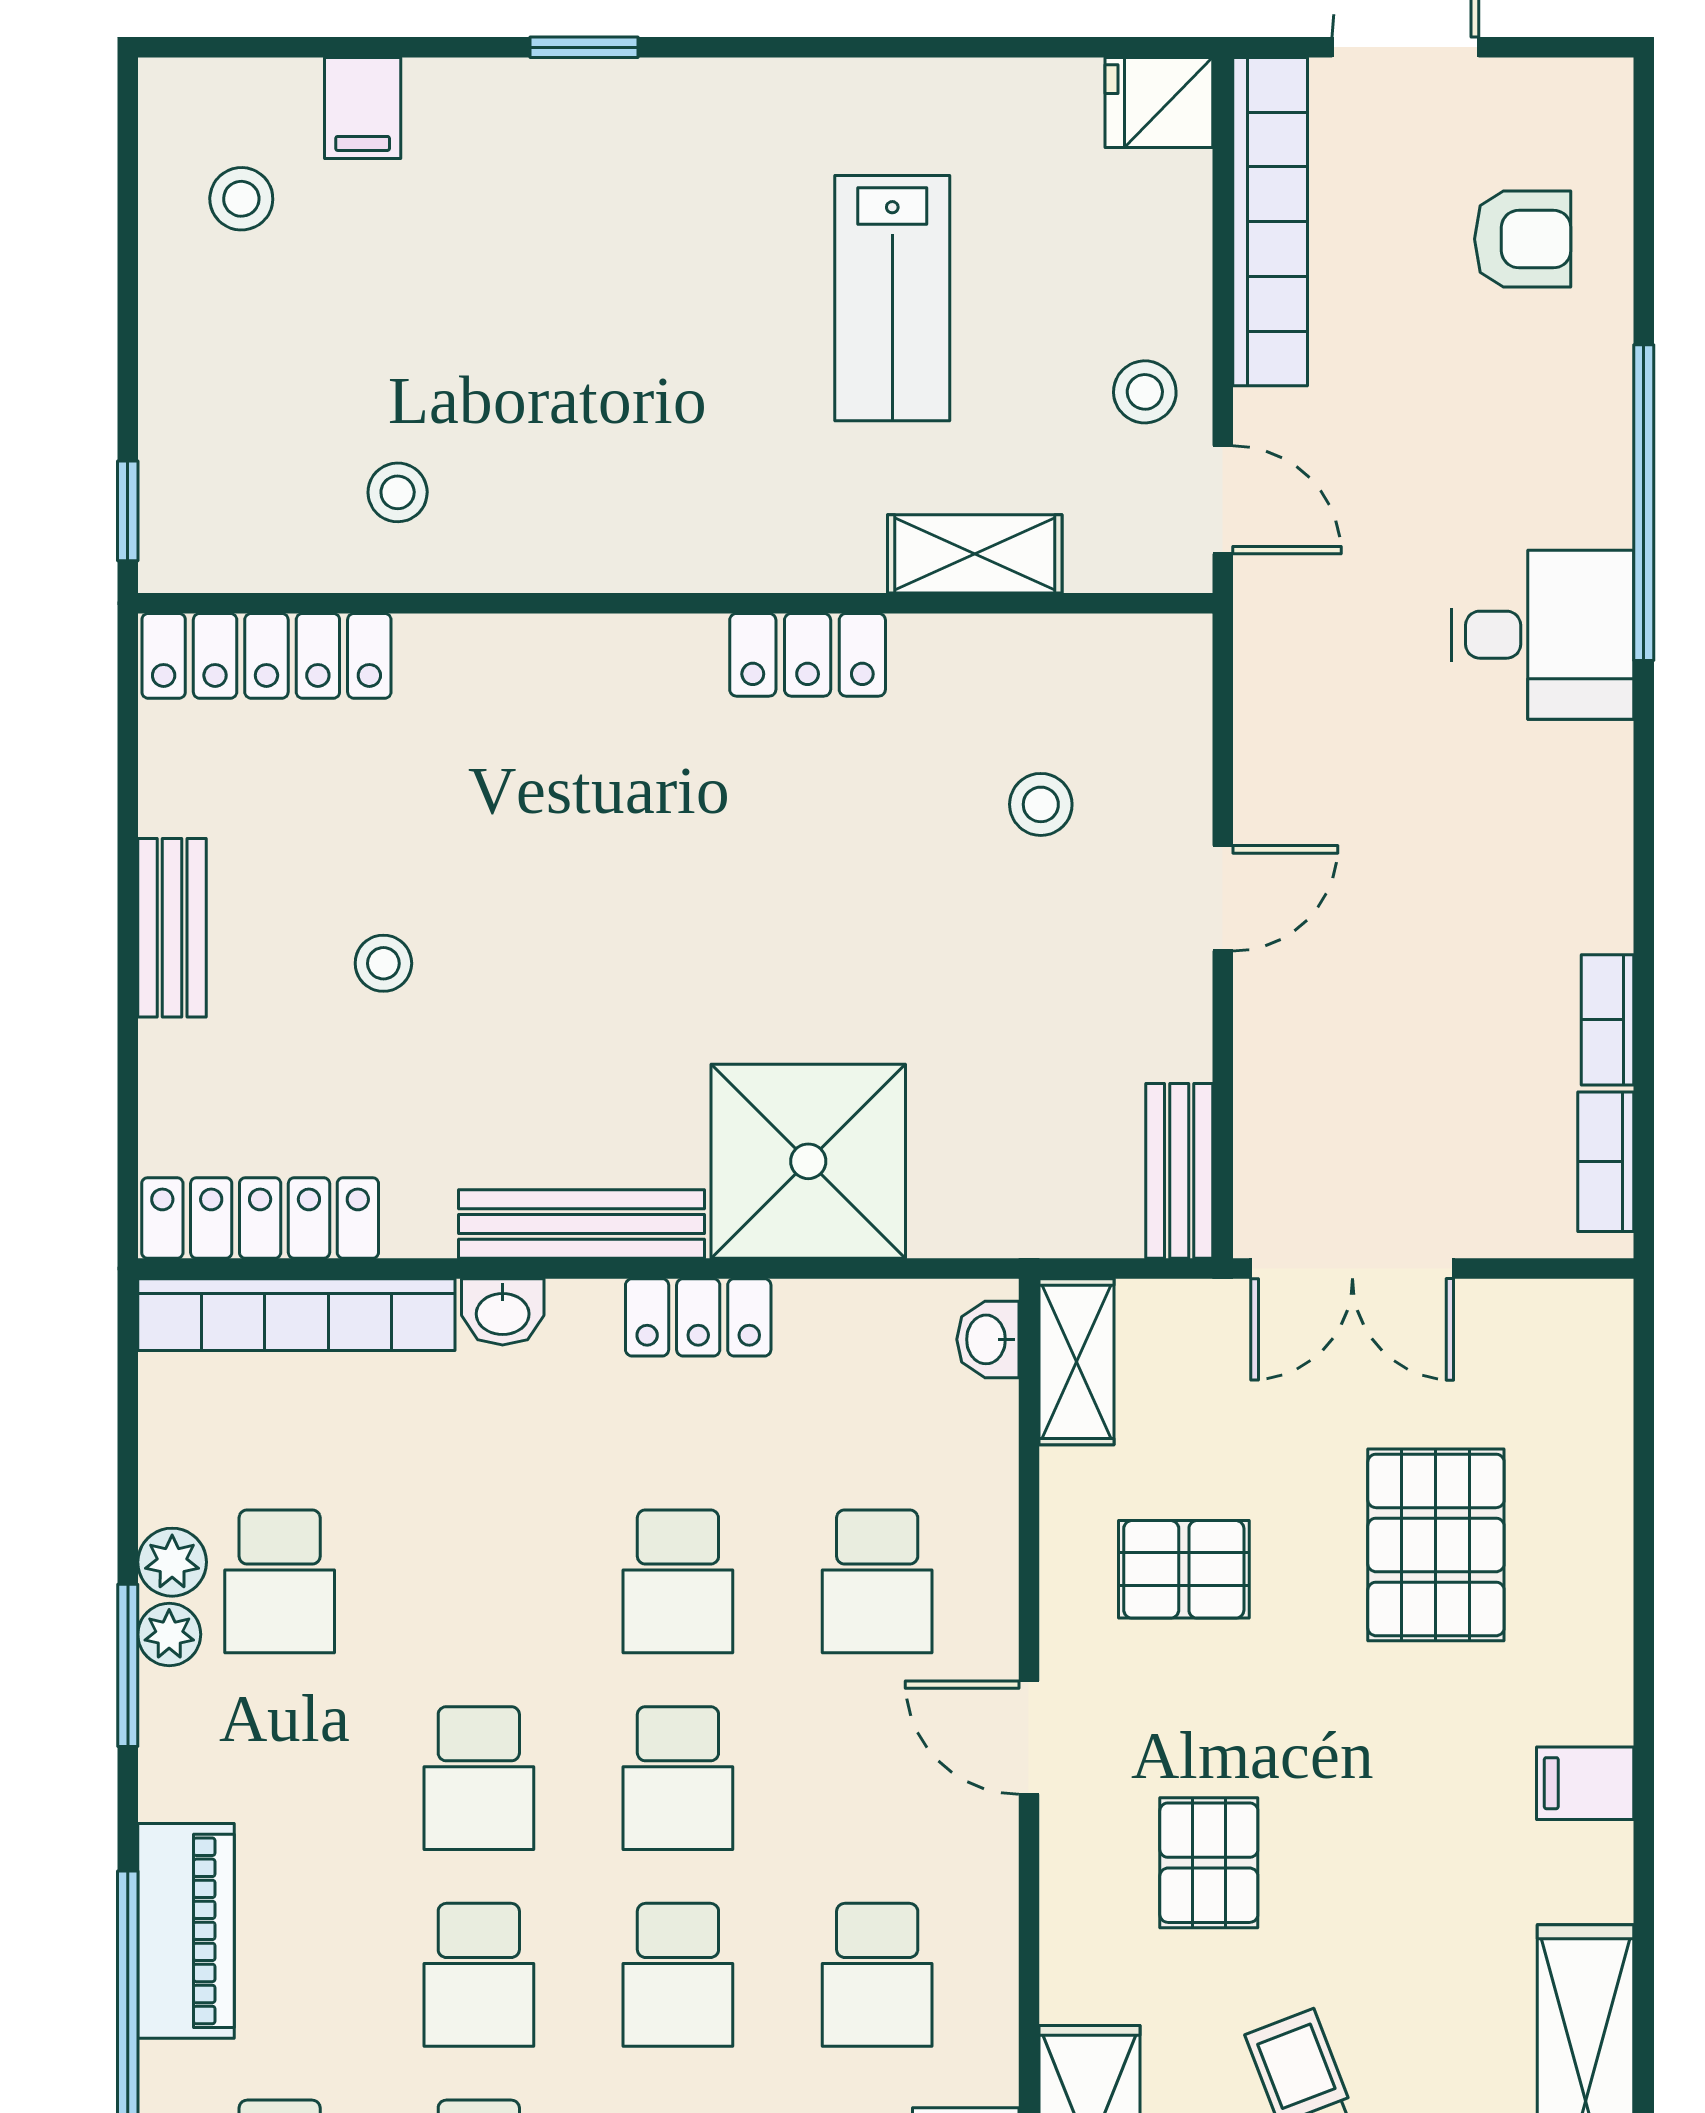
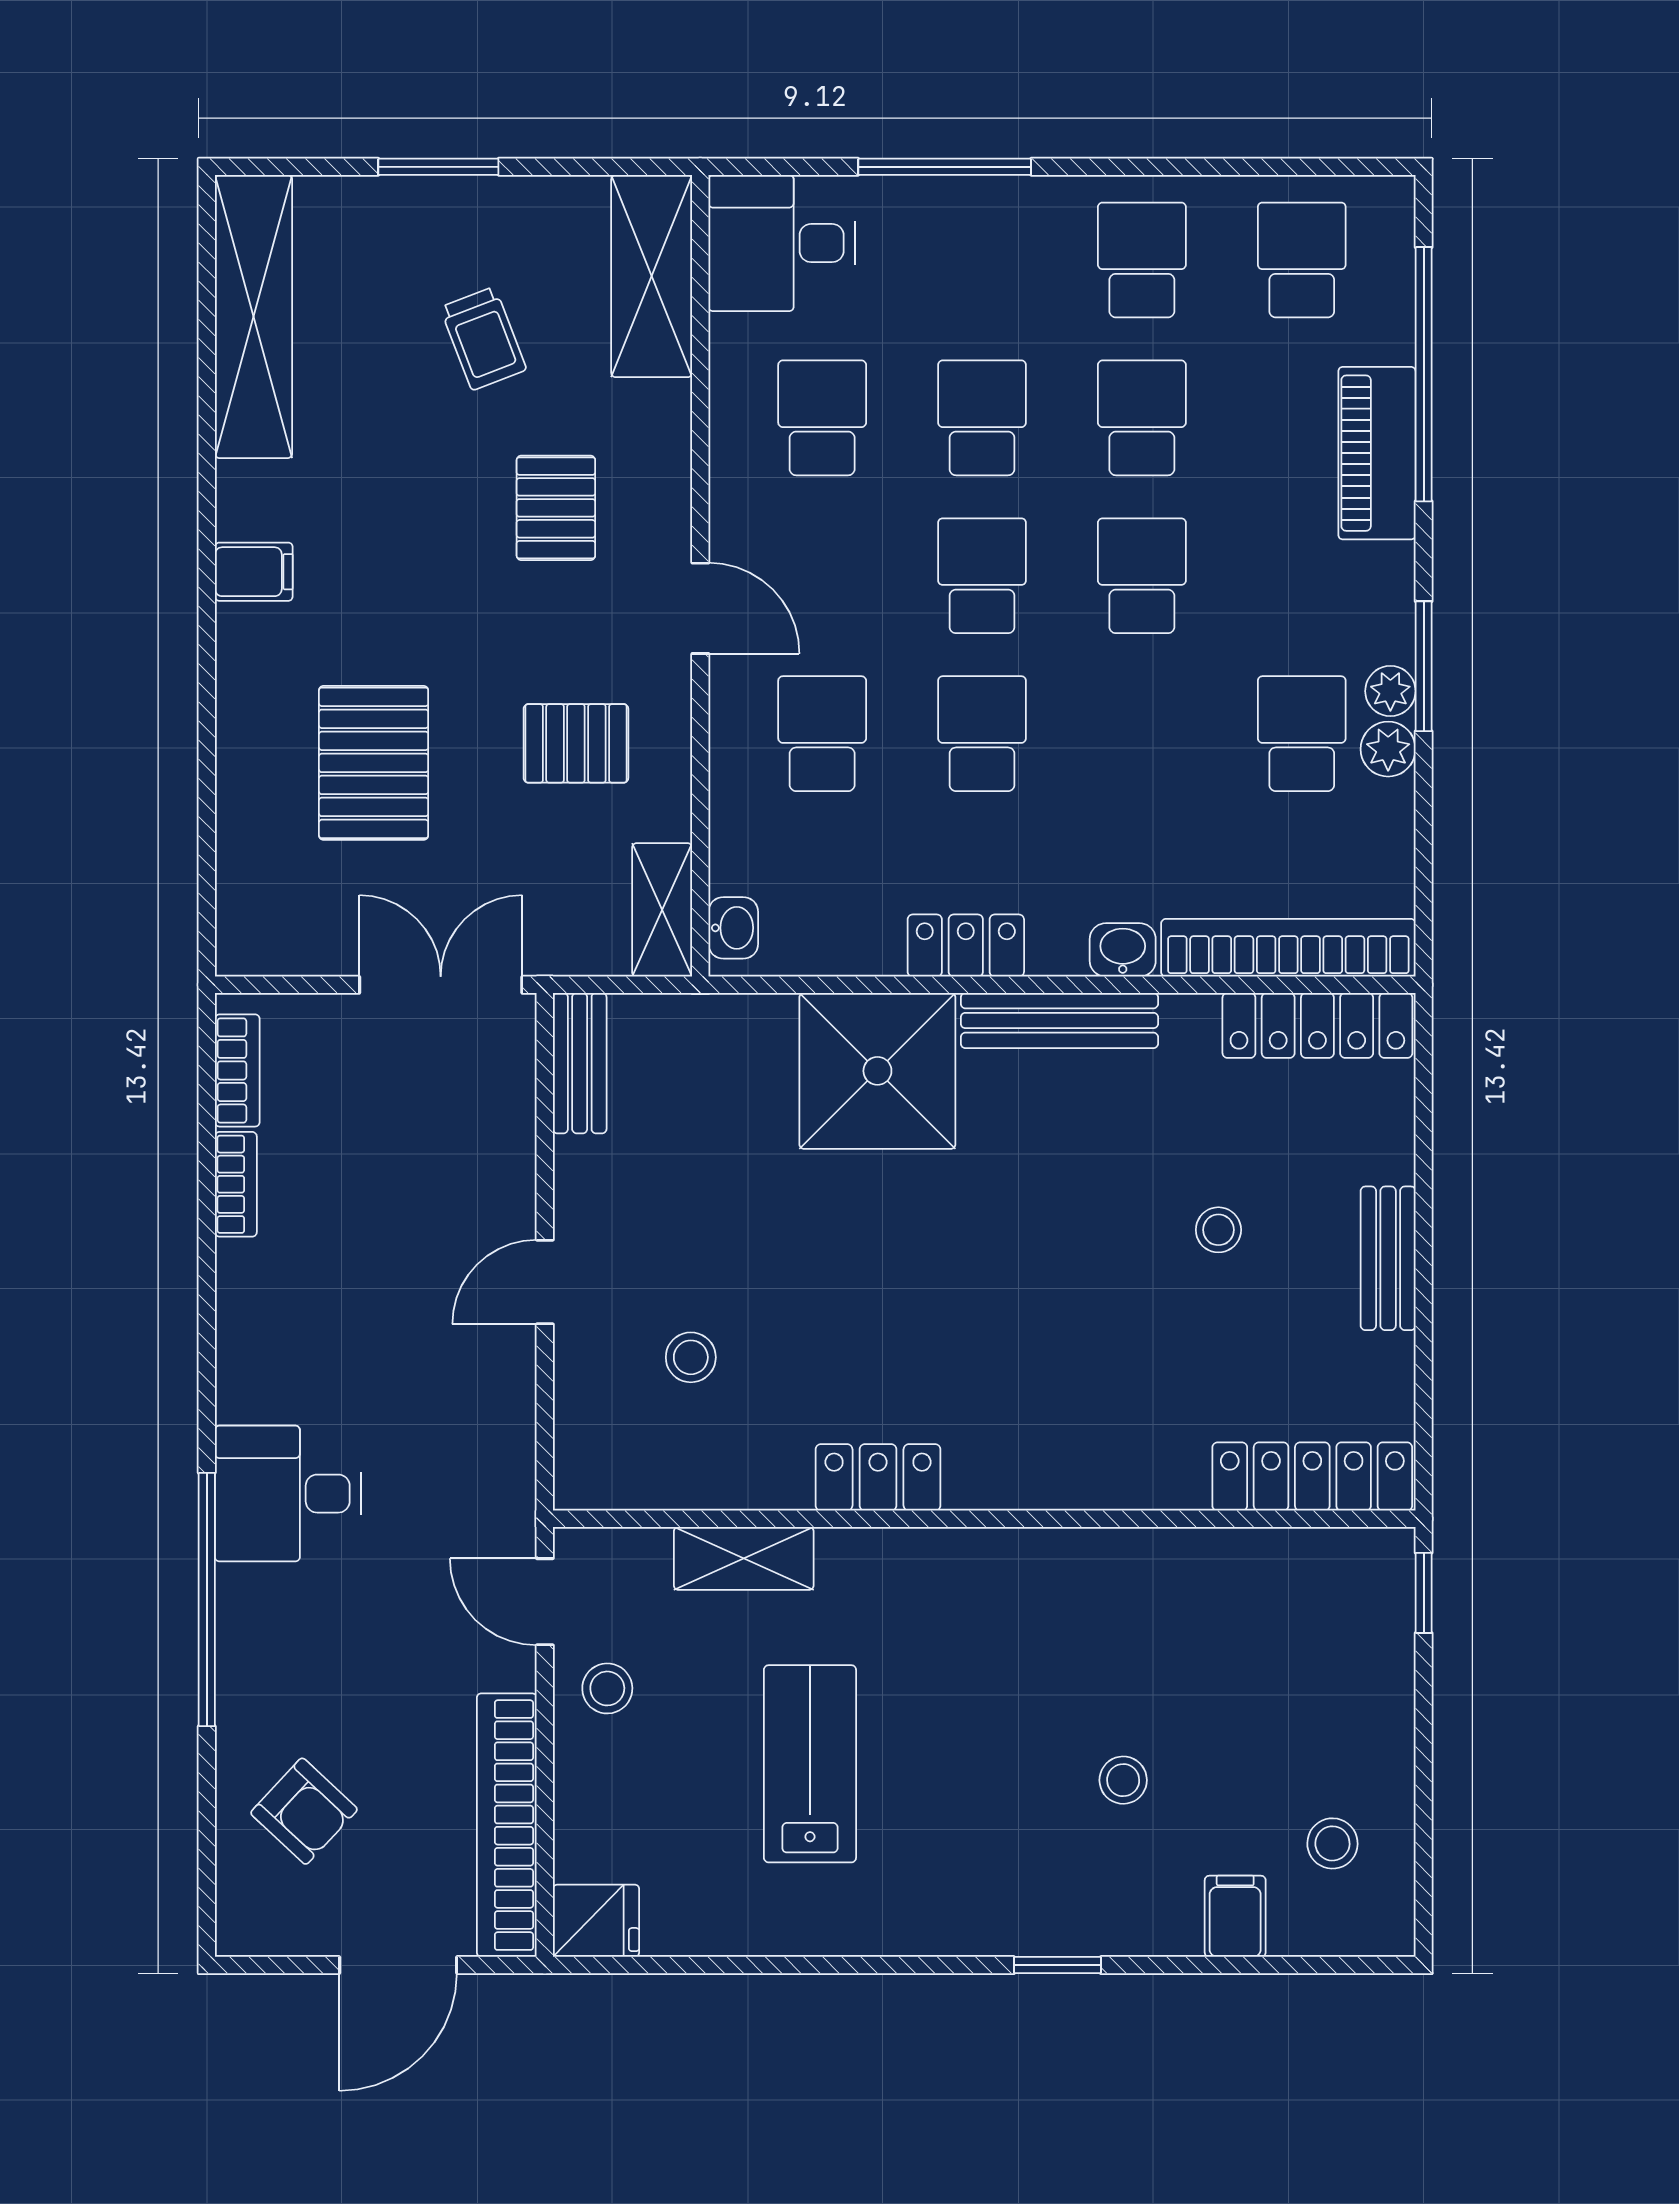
armchair: (1523, 239) -> (304, 1811), turned -137
stool: (398, 492) -> (1123, 1780), moved

